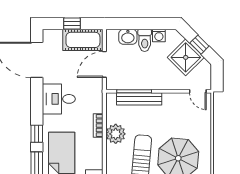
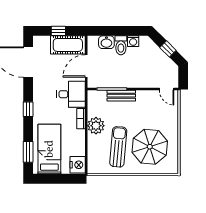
shower: (186, 57) -> (156, 60), removed
desk: (59, 99) -> (71, 94), moved, turned 180
bench: (139, 99) -> (121, 96), width x0.73
window: (37, 134) -> (28, 109), moved

